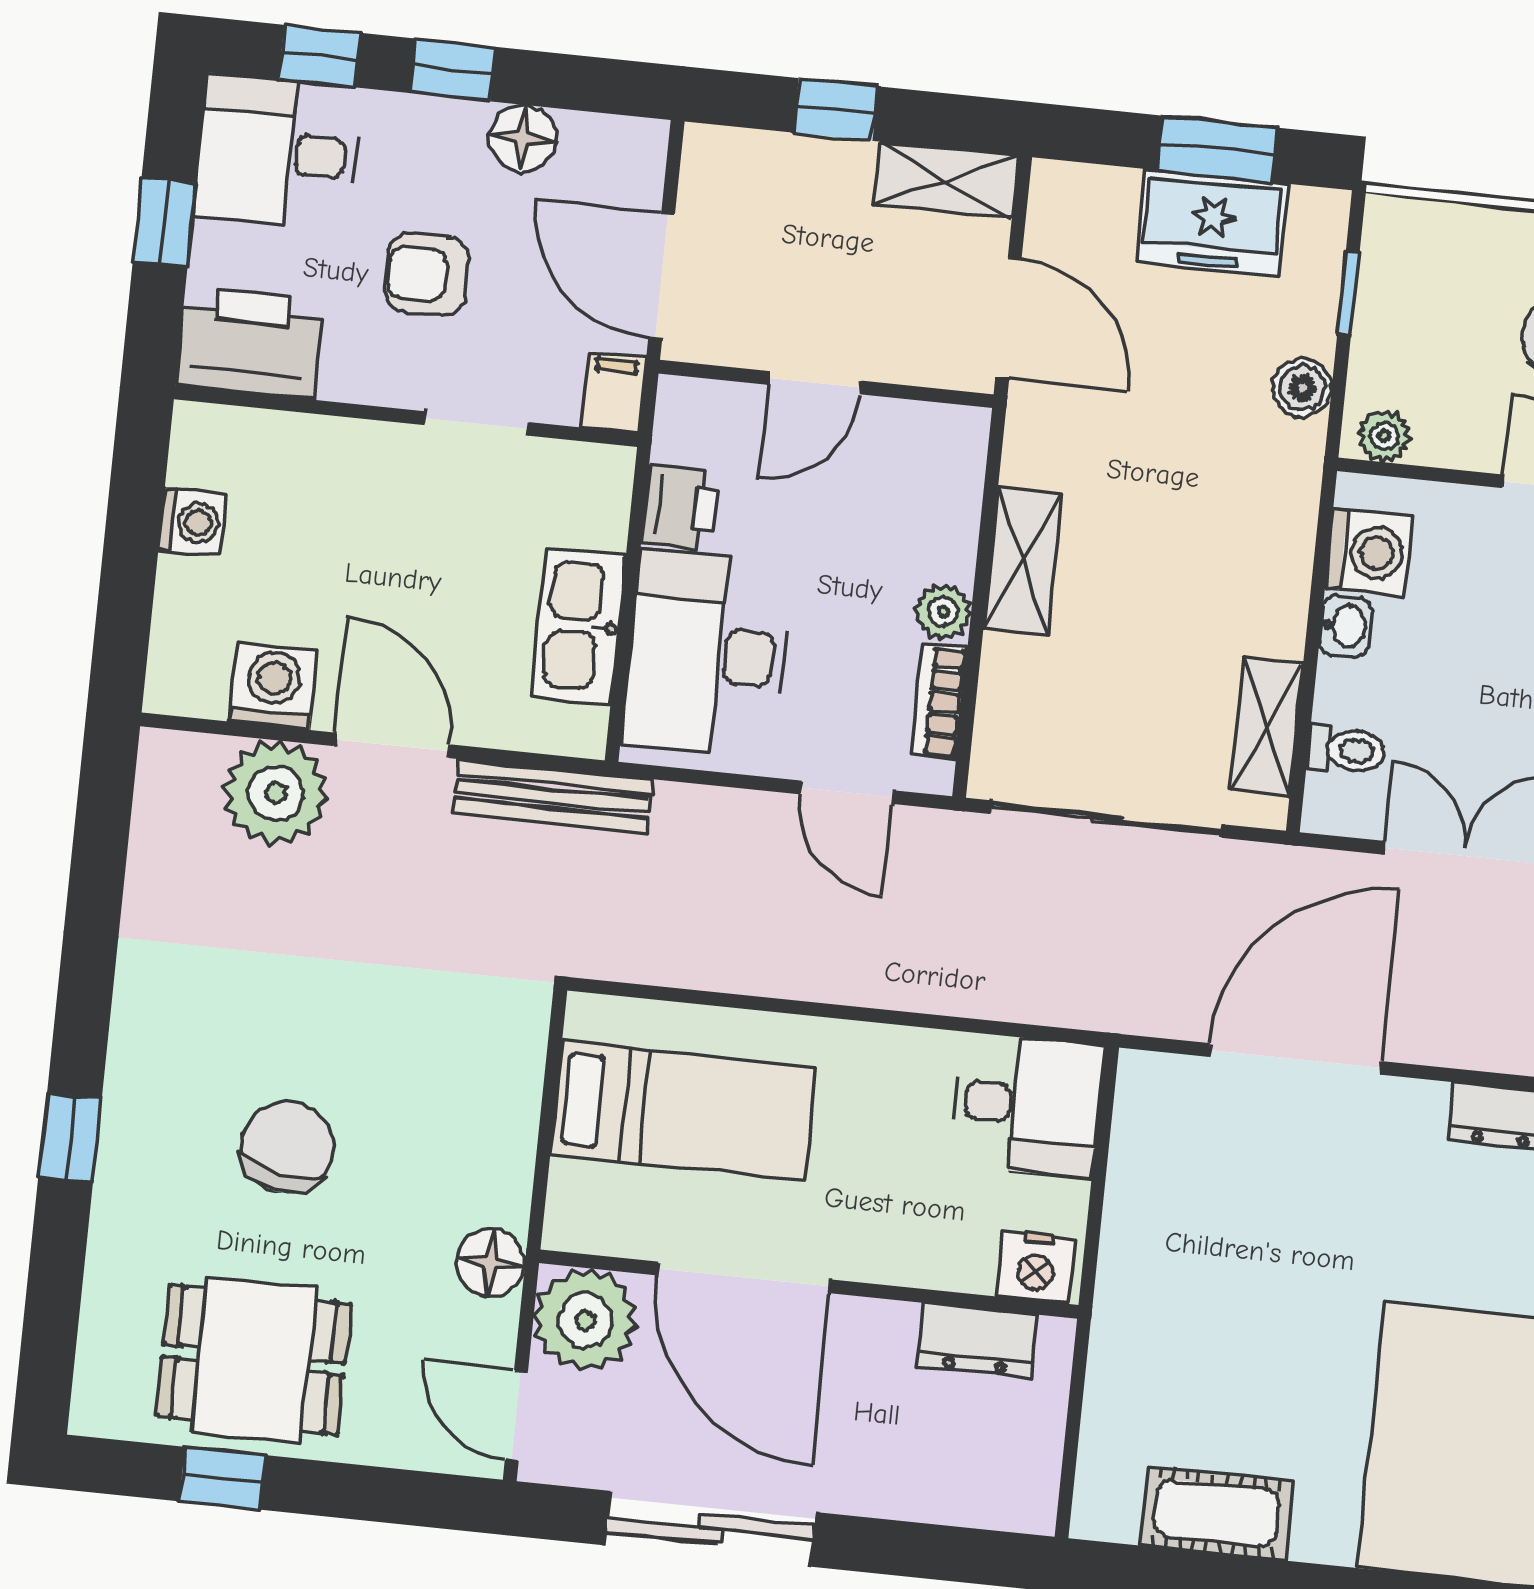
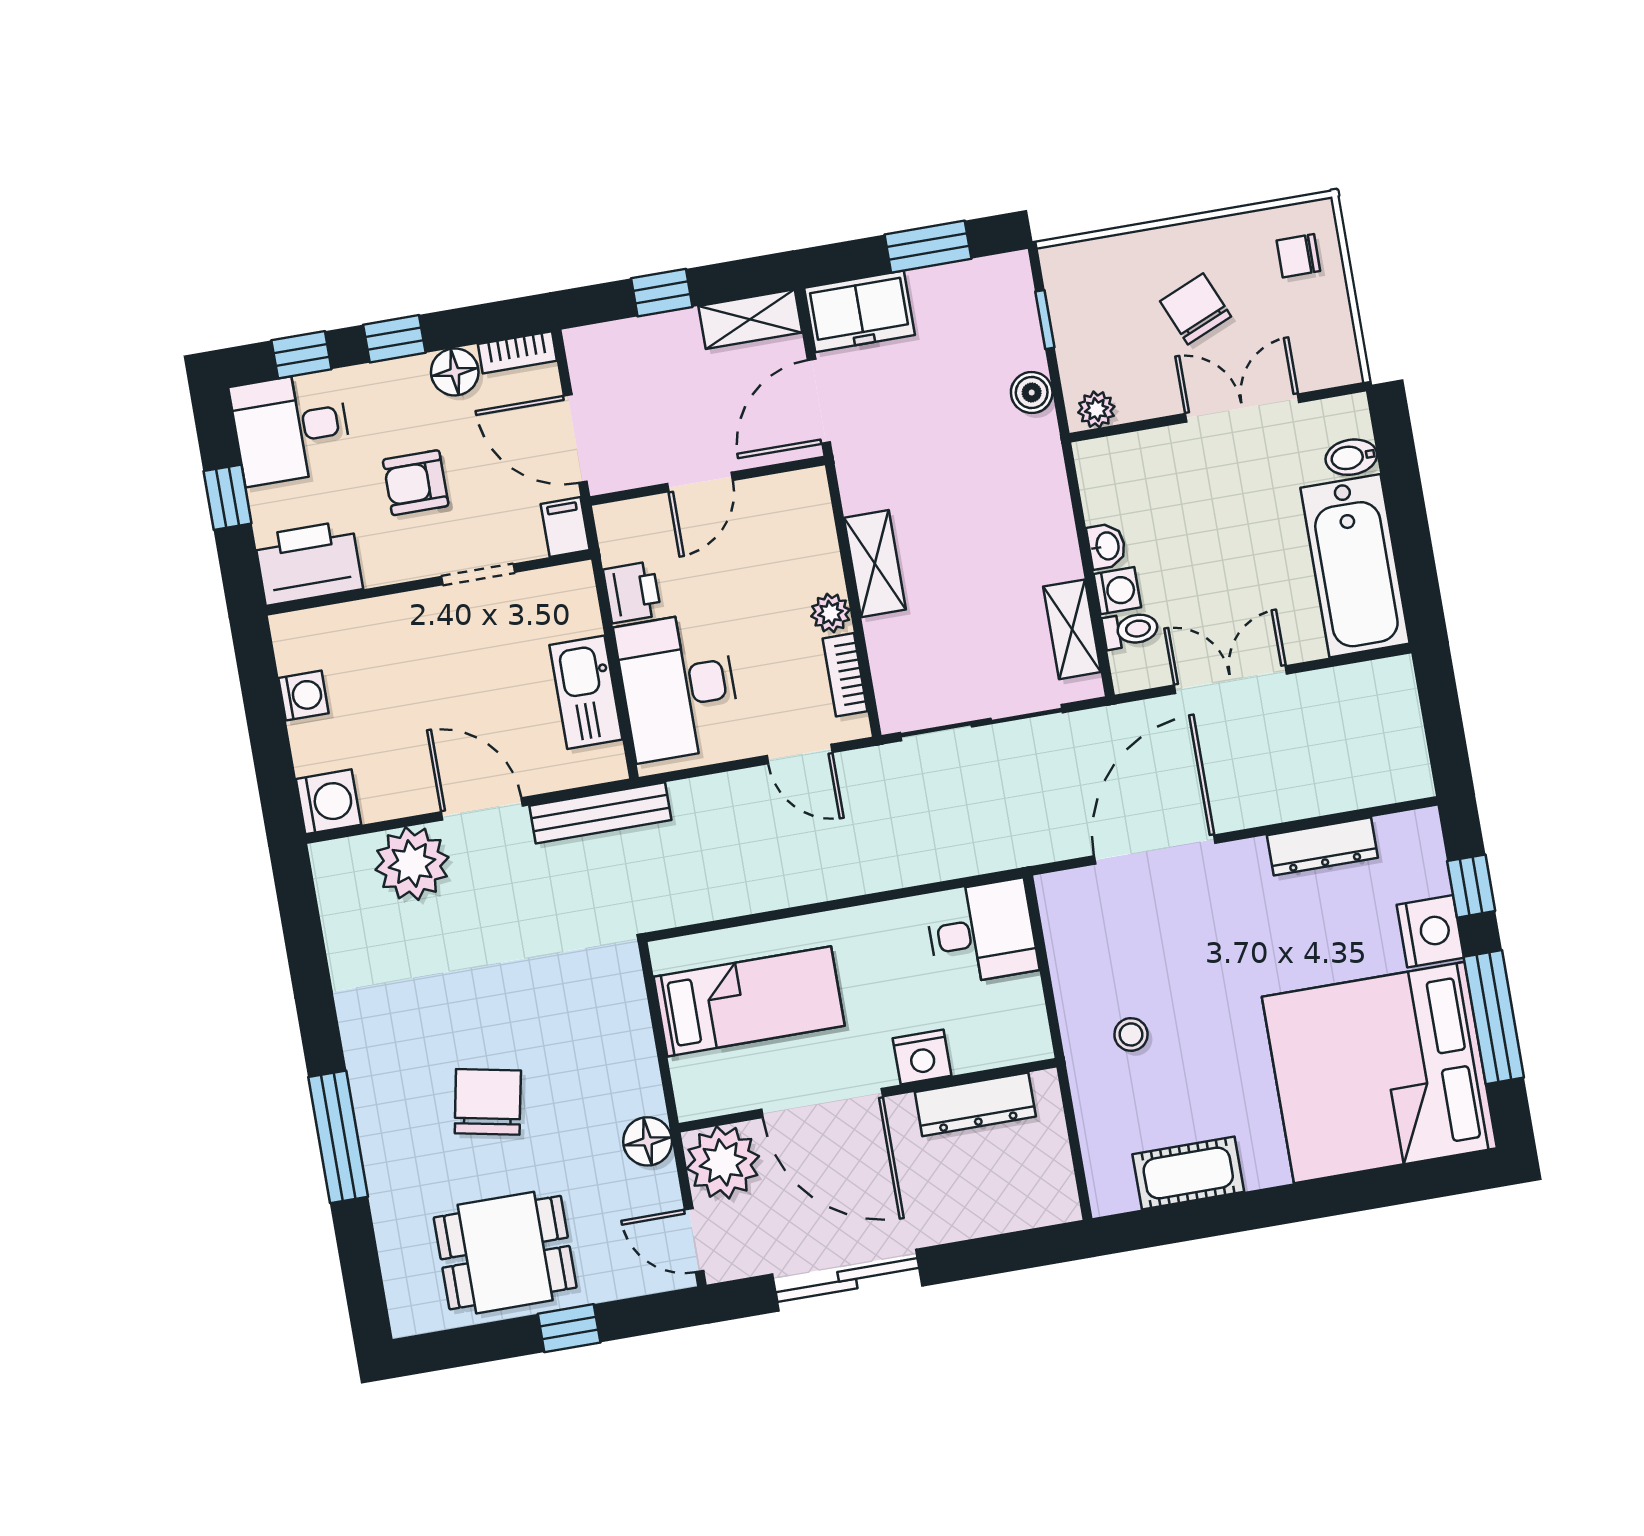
bookcase: (616, 136) -> (517, 352), added
freezer: (1212, 223) -> (859, 311), moved
door: (1008, 318) -> (819, 401), swing flipped
washing machine: (1369, 552) -> (1117, 591), moved, width x0.73, depth x0.73
washing machine: (274, 686) -> (328, 802), moved, turned 90
window: (70, 1138) -> (338, 1137), width x2.17
nightstand: (1036, 1267) -> (922, 1057), moved
stool: (1192, 1302) -> (1131, 1034), added
dresser: (977, 1340) -> (975, 1104), width x1.44
window: (223, 1478) -> (569, 1328), moved

